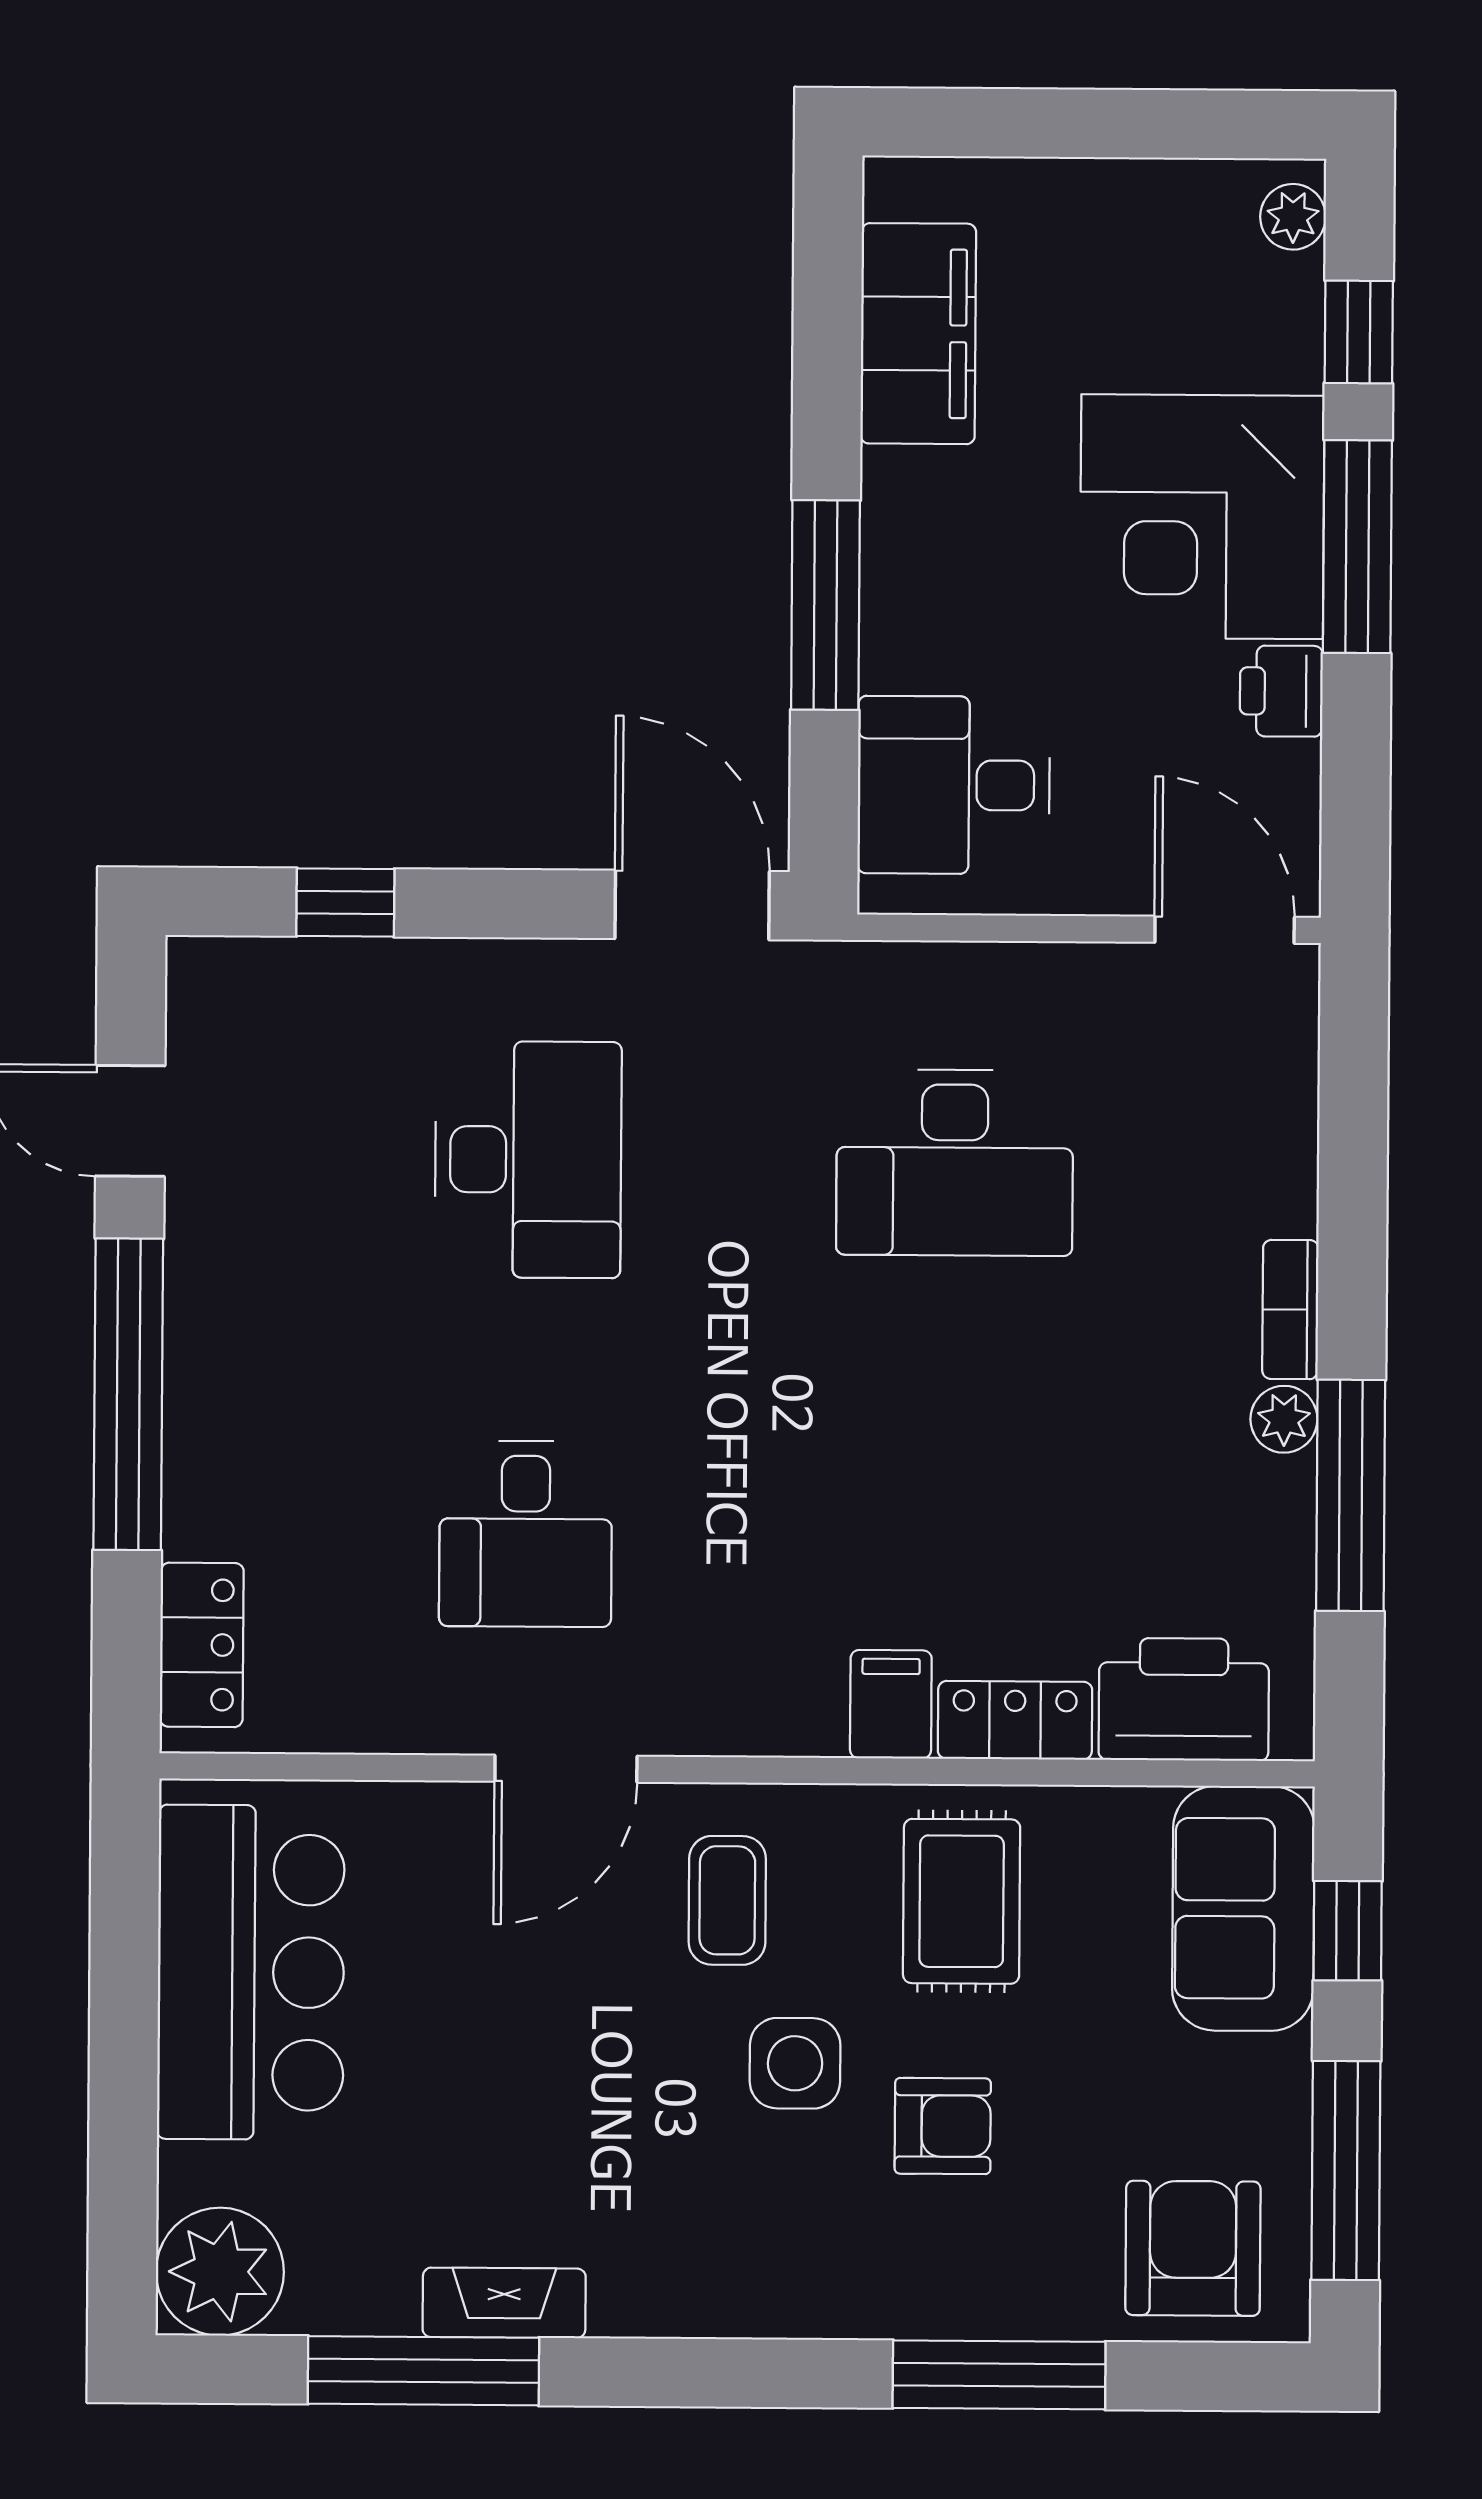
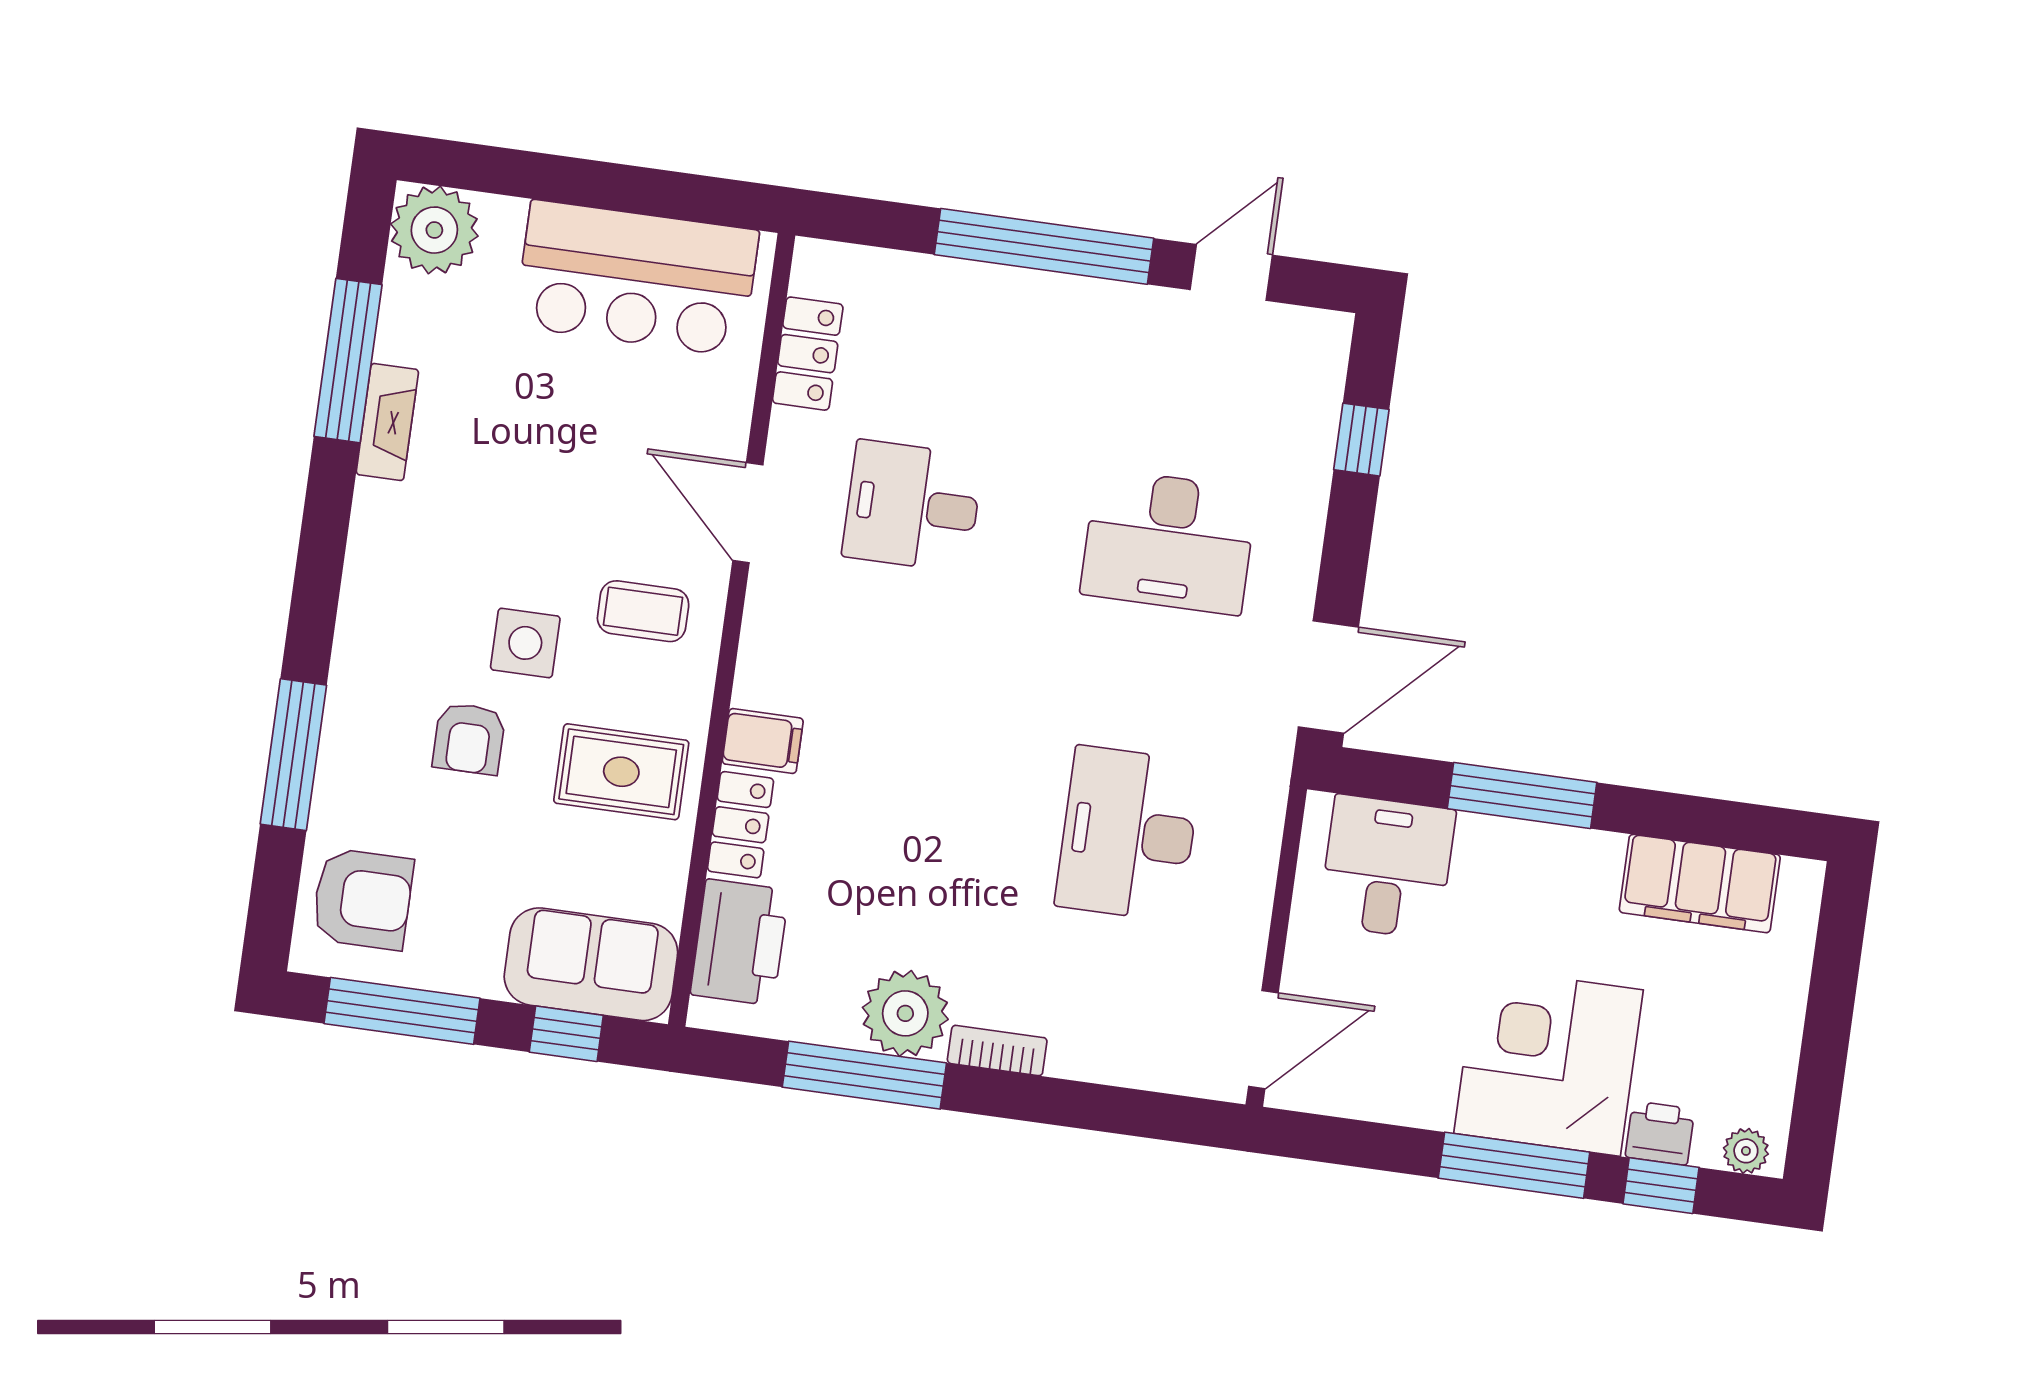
printer: (1281, 691) -> (1660, 1133), moved
plant: (1284, 1419) -> (905, 1013), width x1.87, depth x1.87
locker: (202, 1645) -> (808, 354), moved, turned -90

